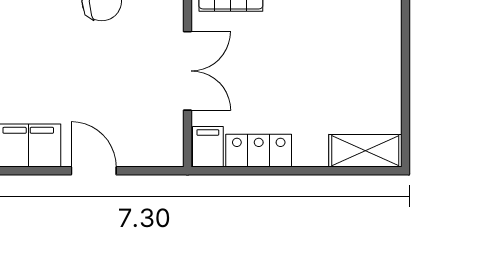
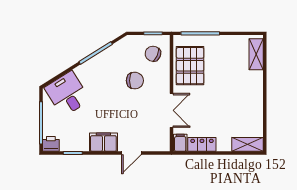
door: (94, 171) -> (131, 153), swing flipped

